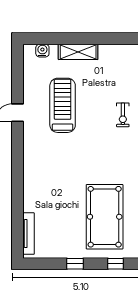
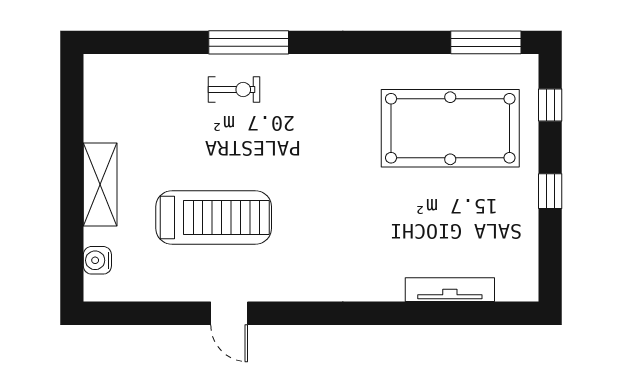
treadmill: (63, 105) -> (214, 217), turned 180
tv unit: (29, 234) -> (450, 290), moved

